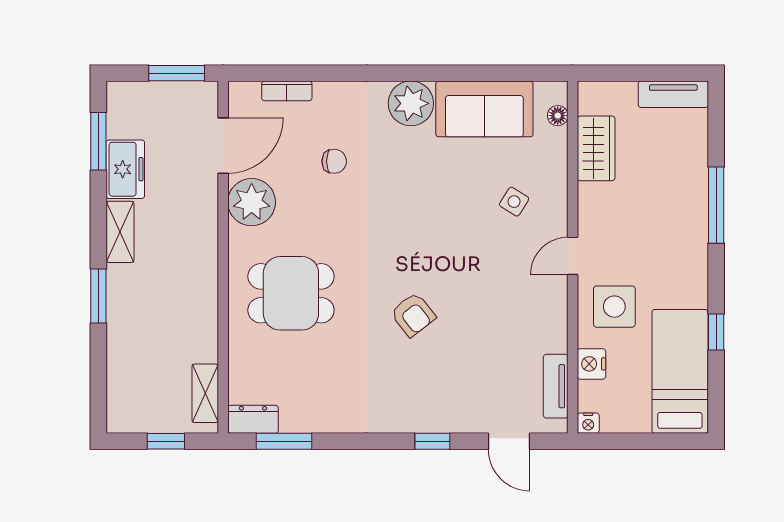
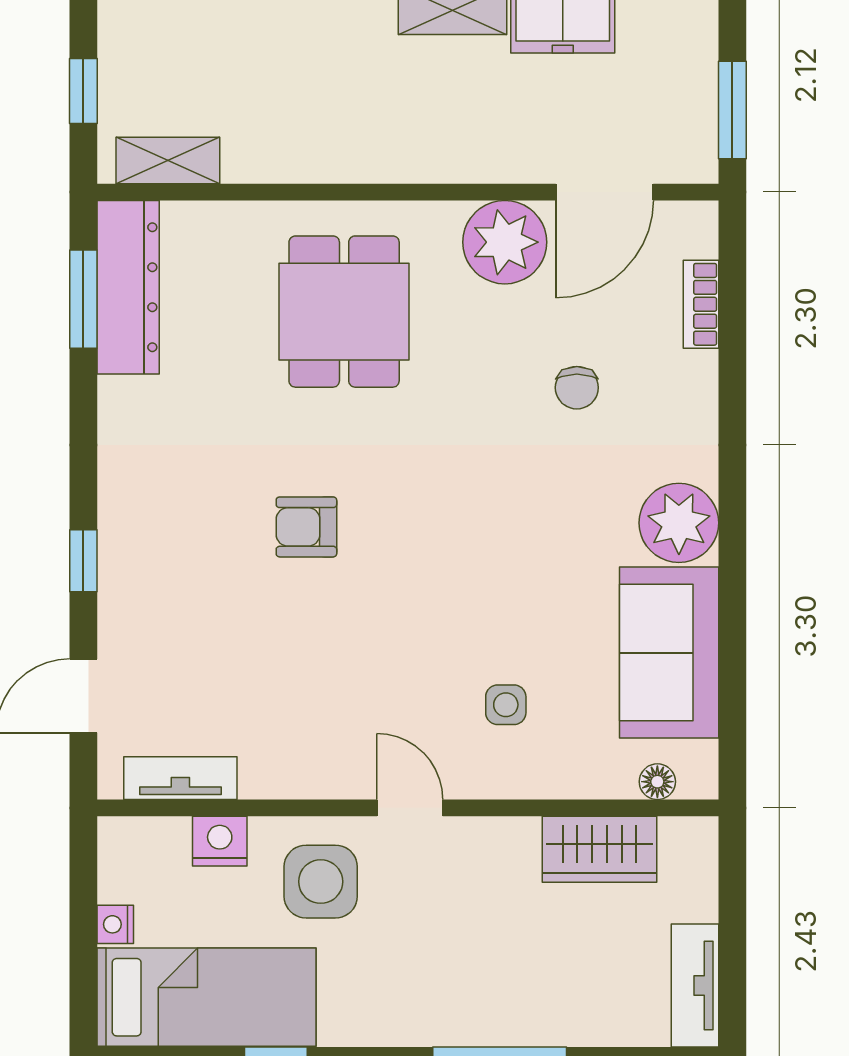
door: (223, 146) -> (605, 192), hinge flipped
side table: (514, 202) -> (506, 705), turned -32
armchair: (413, 315) -> (306, 527), turned 38
dresser: (253, 419) -> (128, 287), width x1.96, depth x1.24
nightstand: (588, 423) -> (115, 924), moved

